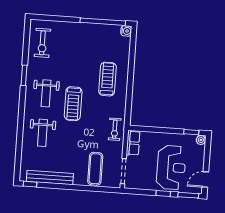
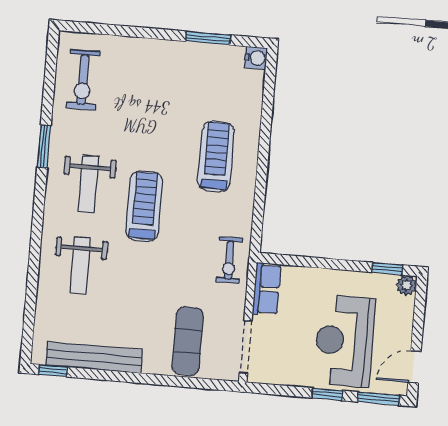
window: (103, 22) -> (208, 38), width x0.47
treadmill: (73, 104) -> (144, 206), turned 180
reception desk: (171, 167) -> (344, 341), turned 180

